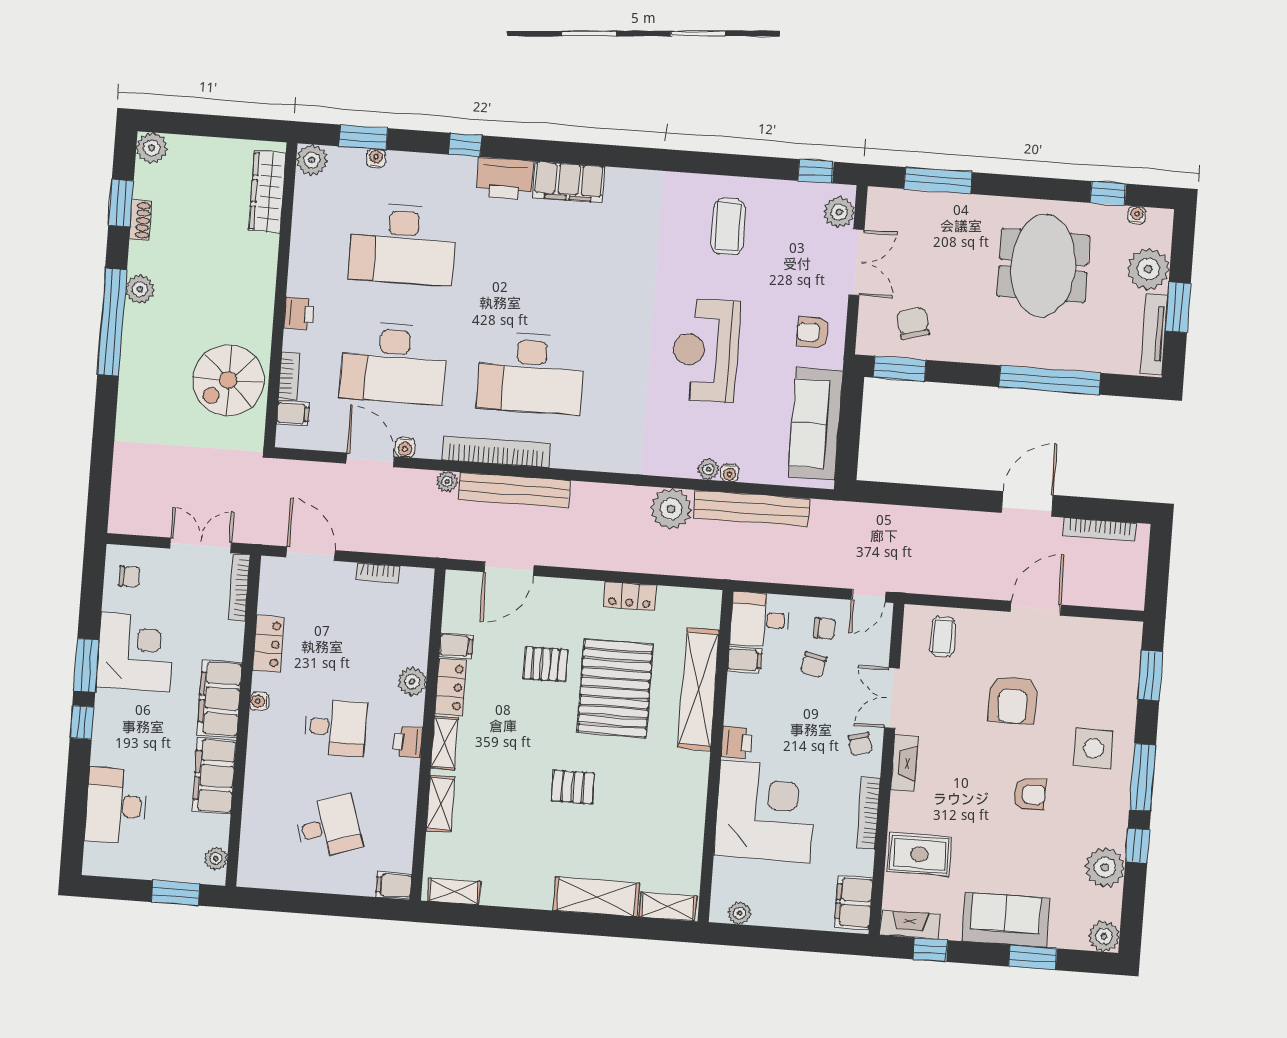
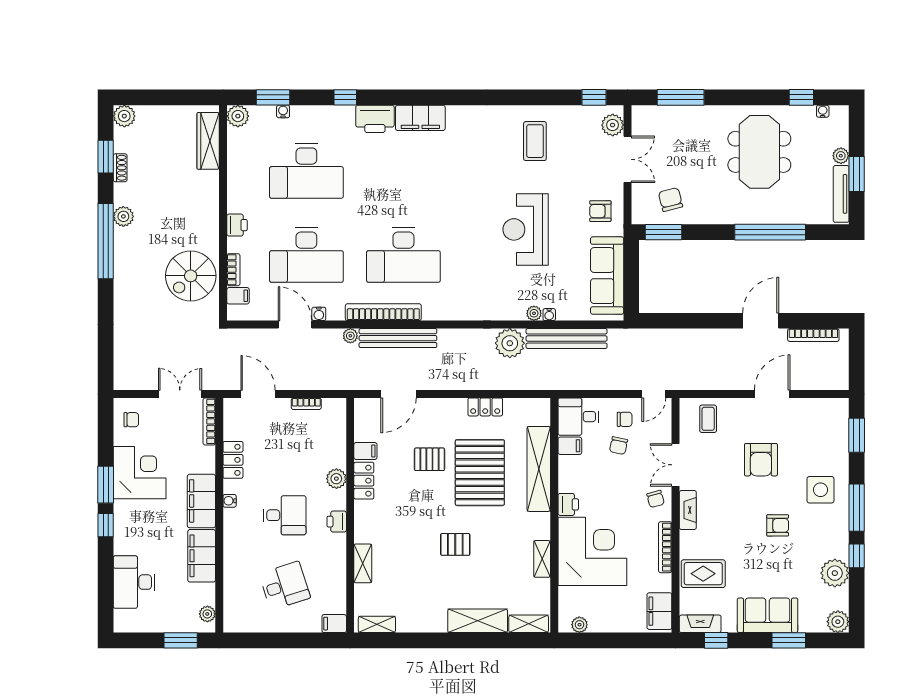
plant: (1148, 269) -> (841, 156), width x0.53, depth x0.53
shelving: (444, 743) -> (542, 559), moved

